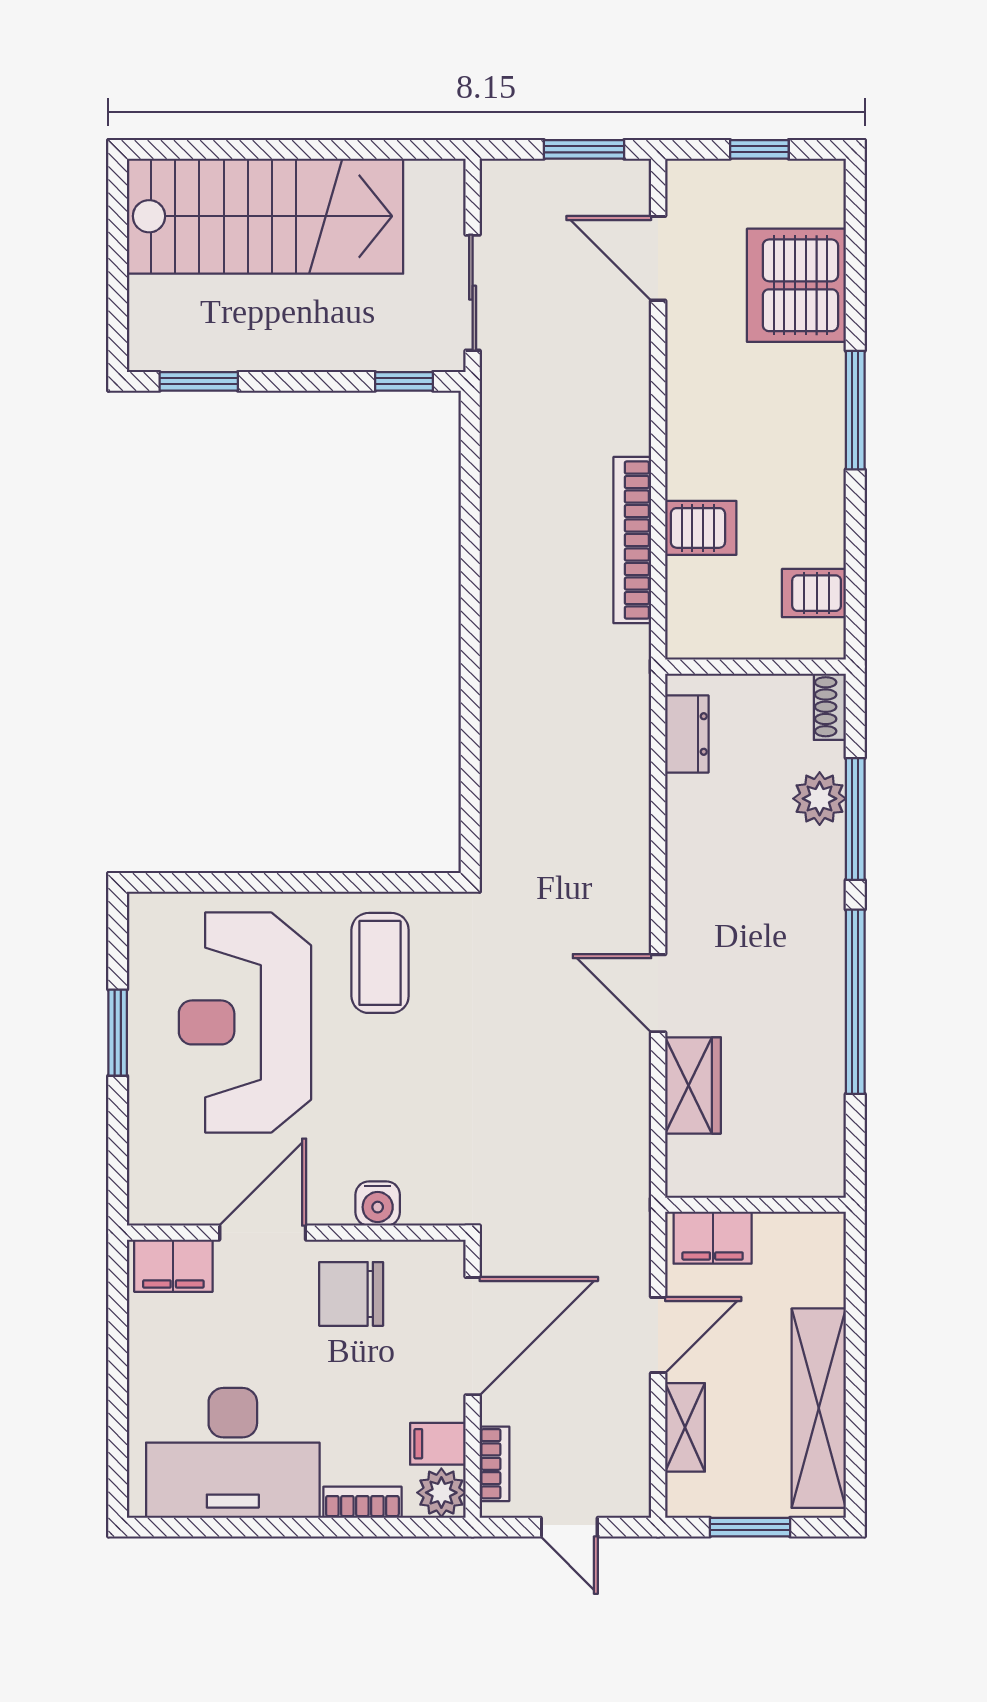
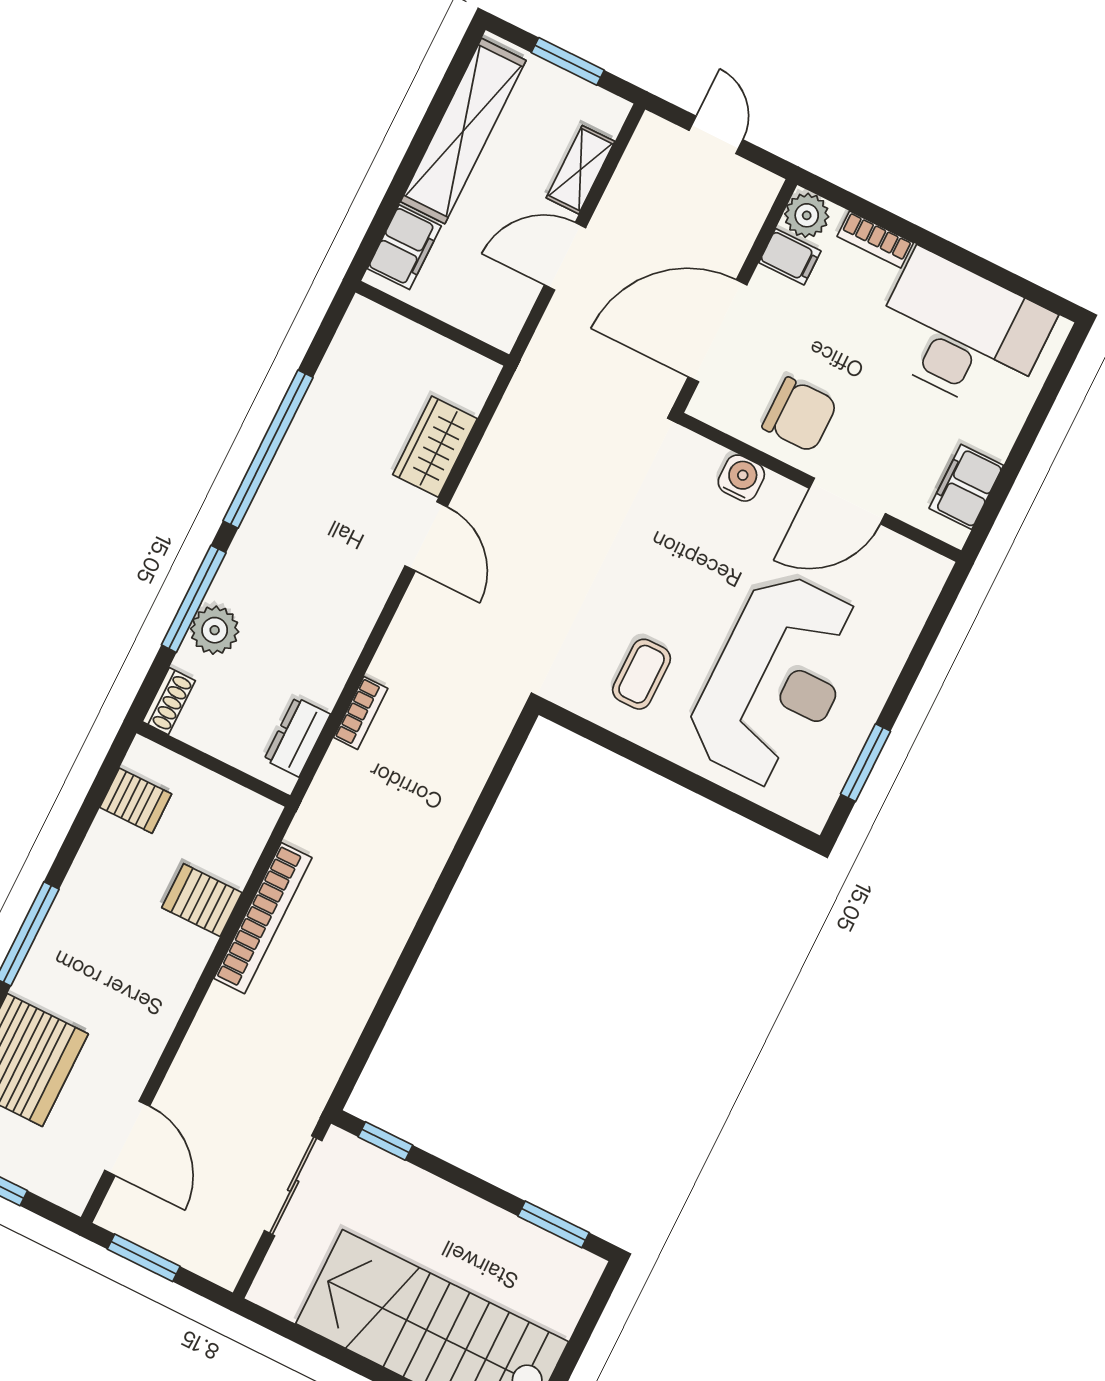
coffee table: (380, 963) -> (642, 674), width x0.73, depth x0.77
window: (118, 1033) -> (866, 763), moved
filing cabinet: (713, 1238) -> (404, 247), moved, turned 90
filing cabinet: (173, 1266) -> (966, 487), moved, turned -90
bookcase: (494, 1464) -> (361, 713), moved, turned 180

